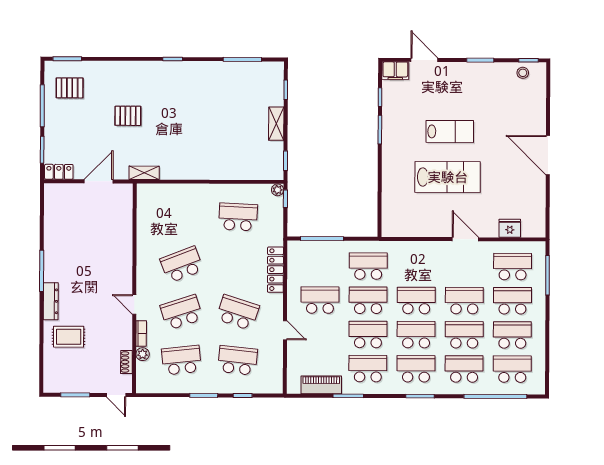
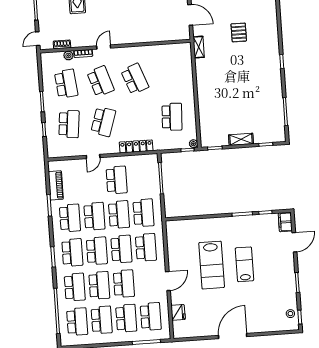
lab bench: (450, 131) -> (244, 264), turned 180
school desk: (416, 266) -> (146, 247), added

